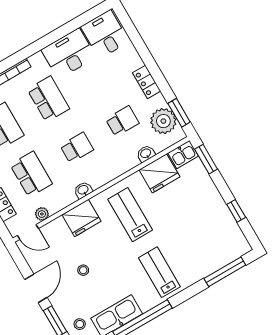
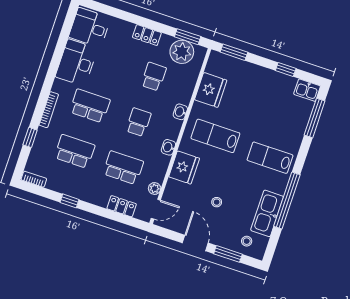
washbasin: (146, 154) -> (180, 112), moved
kitchen sink: (183, 155) -> (307, 90), moved, turned 90

